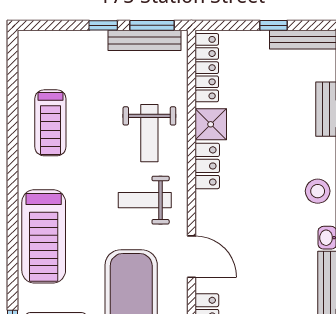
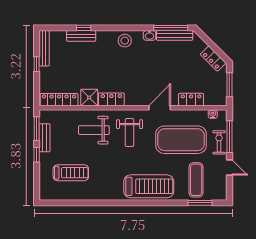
bench: (144, 40) -> (45, 138), width x0.73
treadmill: (50, 123) -> (71, 173), moved
weight bench: (149, 133) -> (94, 130), turned 180

